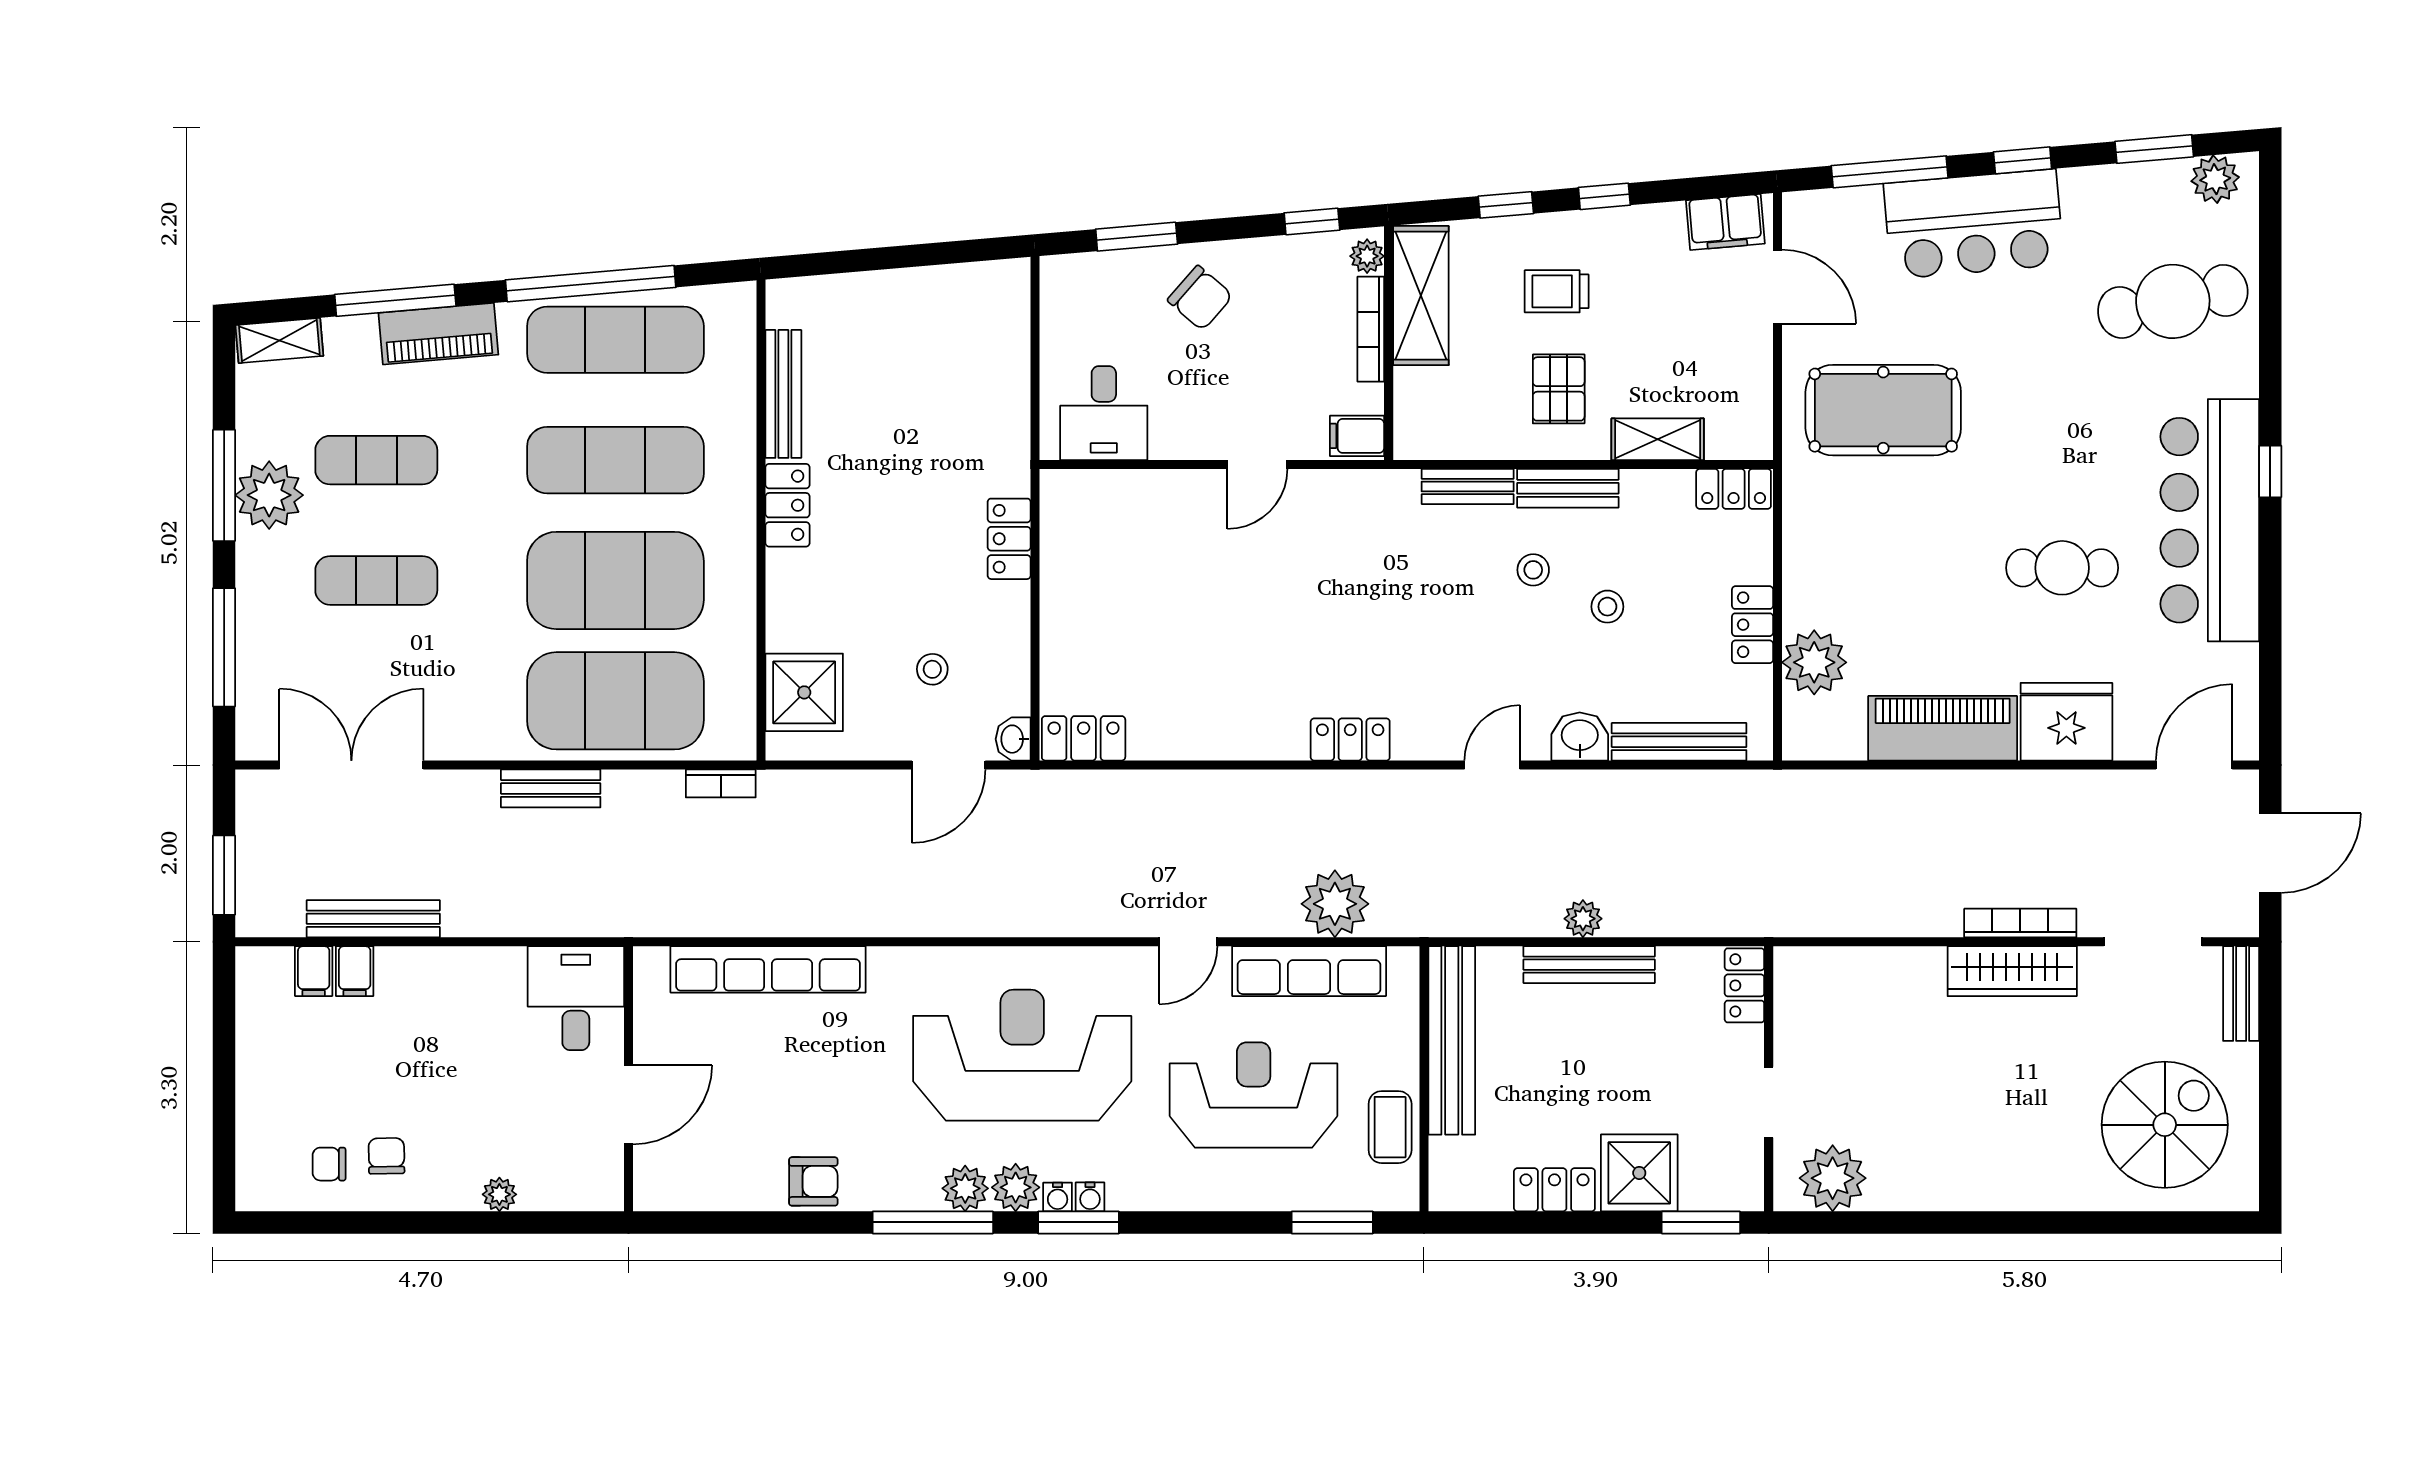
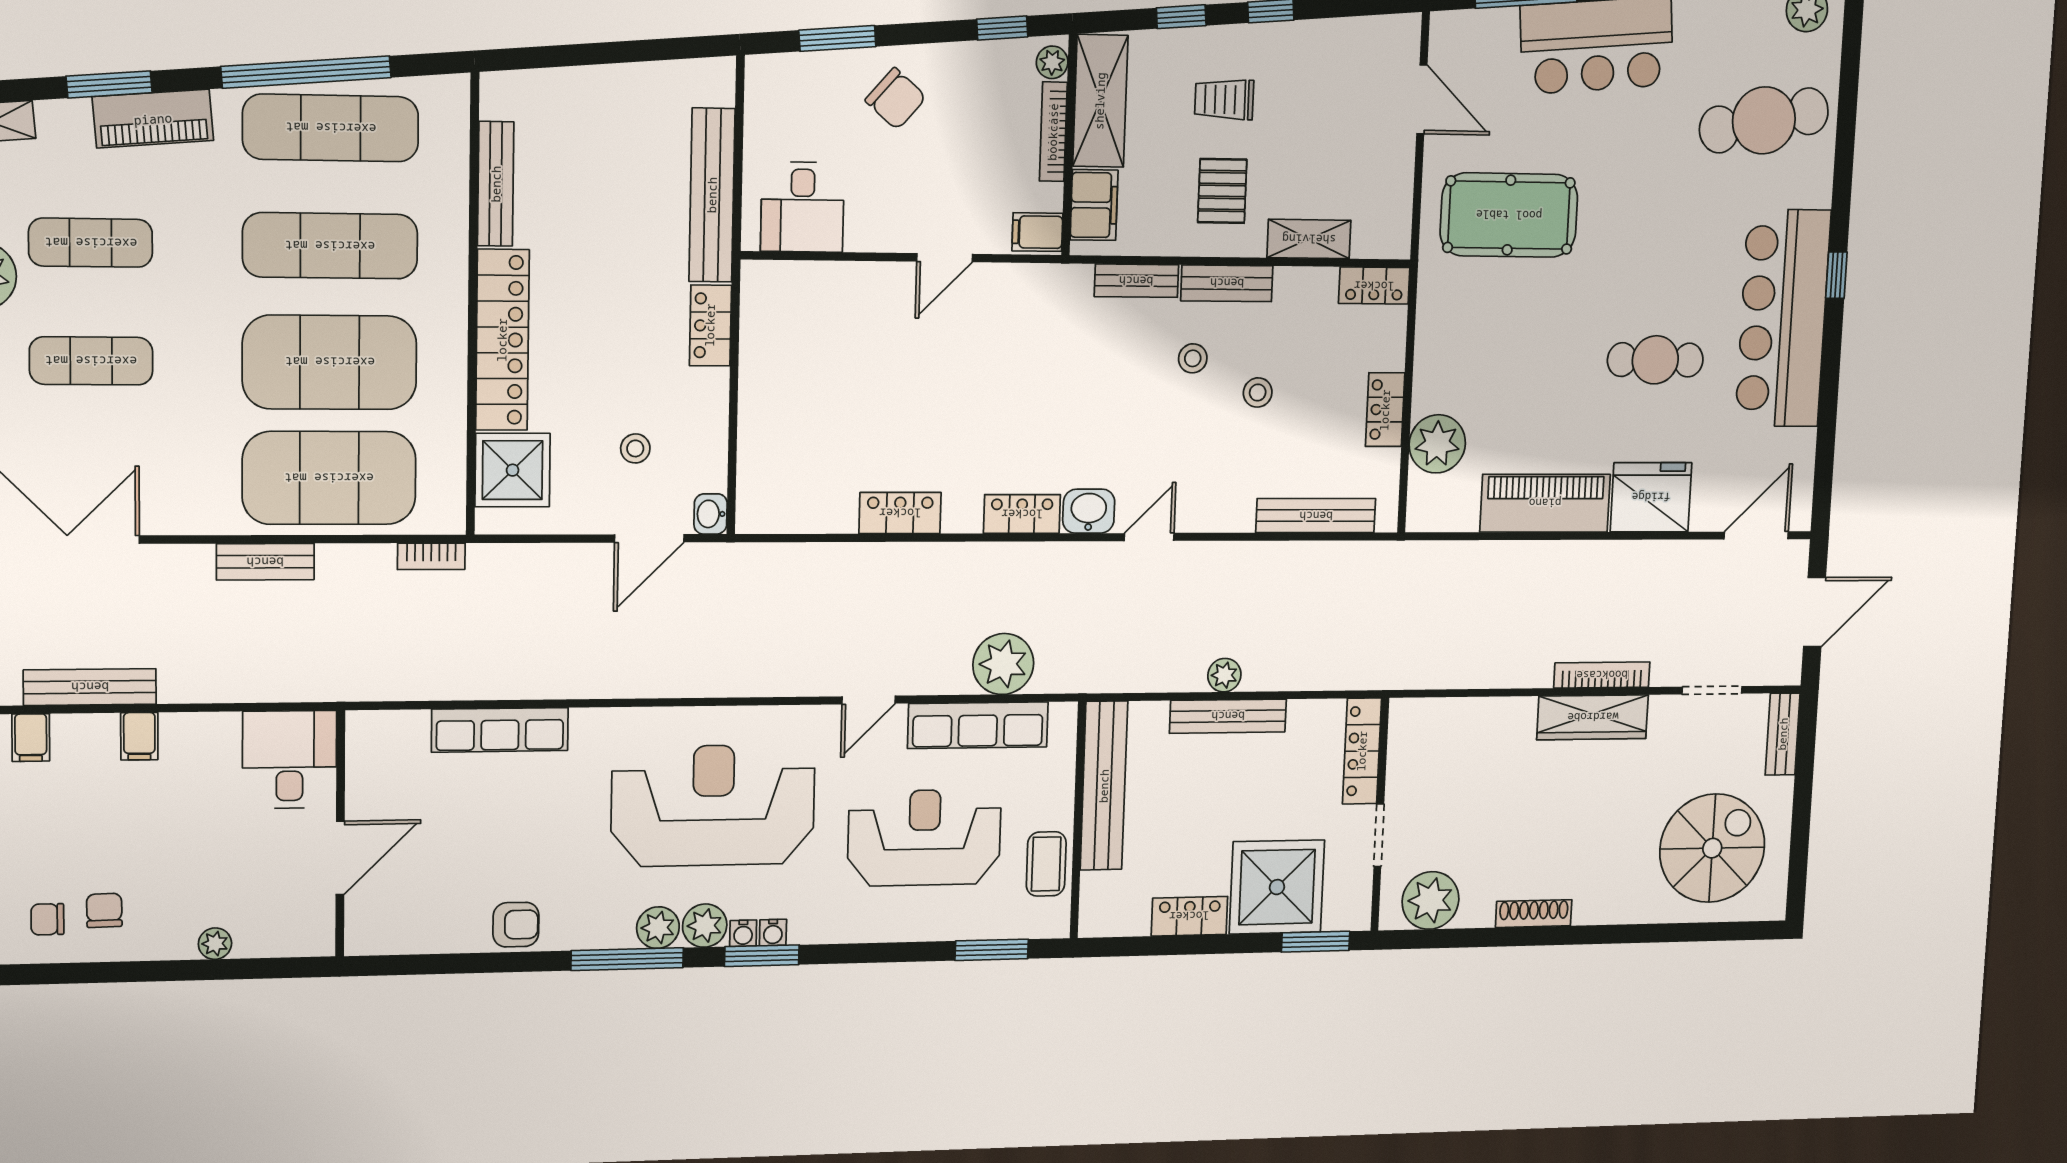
filing cabinet: (1725, 222) -> (1094, 205), moved, turned -85
window: (395, 300) -> (109, 84), width x0.69
bench: (1008, 402) -> (712, 195), added
locker: (788, 505) -> (502, 340), width x2.16, depth x1.21
washbasin: (1580, 737) -> (1089, 511), moved
locker: (1084, 738) -> (900, 513), moved
doorway: (2153, 942) -> (1712, 690), width x0.73
row of seats: (768, 969) -> (500, 730), width x0.73
filing cabinet: (355, 971) -> (139, 736), moved
locker: (1744, 985) -> (1362, 751), width x1.53
shower: (1639, 1173) -> (1277, 887), width x1.37, depth x1.37
shoe rack: (1955, 1196) -> (1534, 914), added

